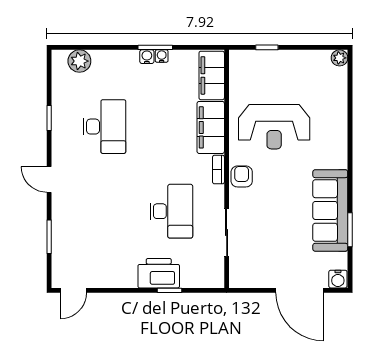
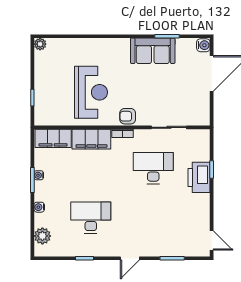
water cooler: (147, 57) -> (39, 207), moved
sofa: (330, 210) -> (153, 51), width x0.73

